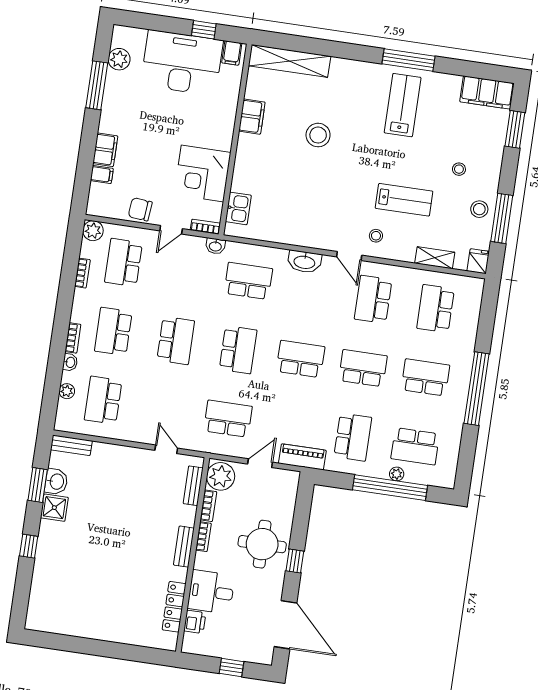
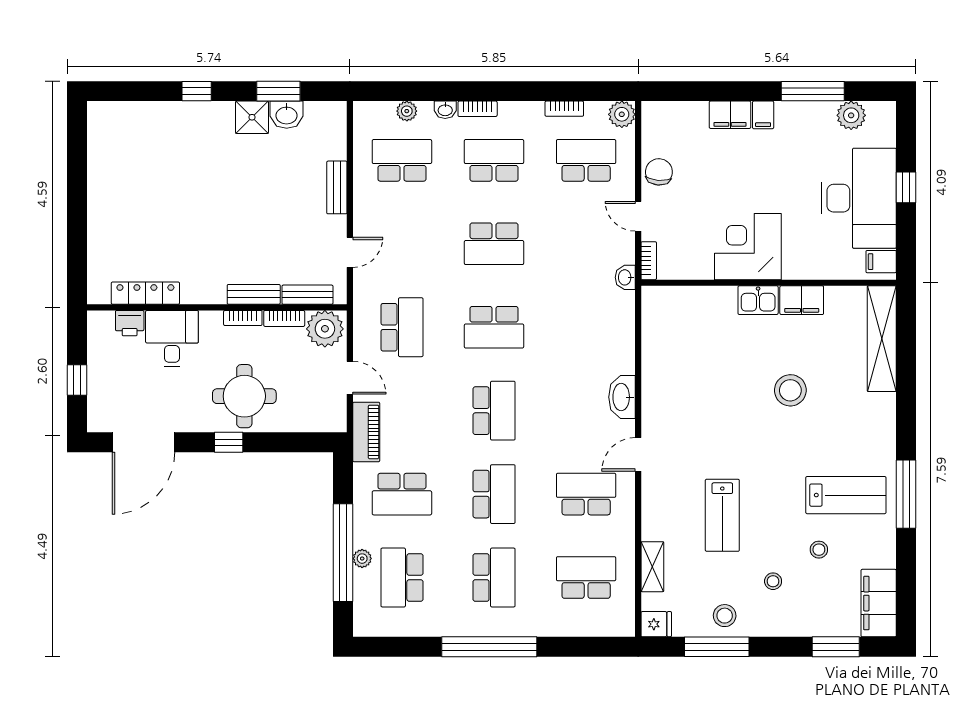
window: (204, 30) -> (906, 187), moved
corner desk: (203, 173) -> (748, 247), moved
filing cabinet: (102, 175) -> (763, 115), moved
kitchen sink: (238, 208) -> (758, 300), moved
stool: (376, 236) -> (819, 550), moved
school desk: (248, 281) -> (586, 327), removed
bench: (71, 445) -> (337, 187), moved
bench: (184, 547) -> (254, 294), moved

